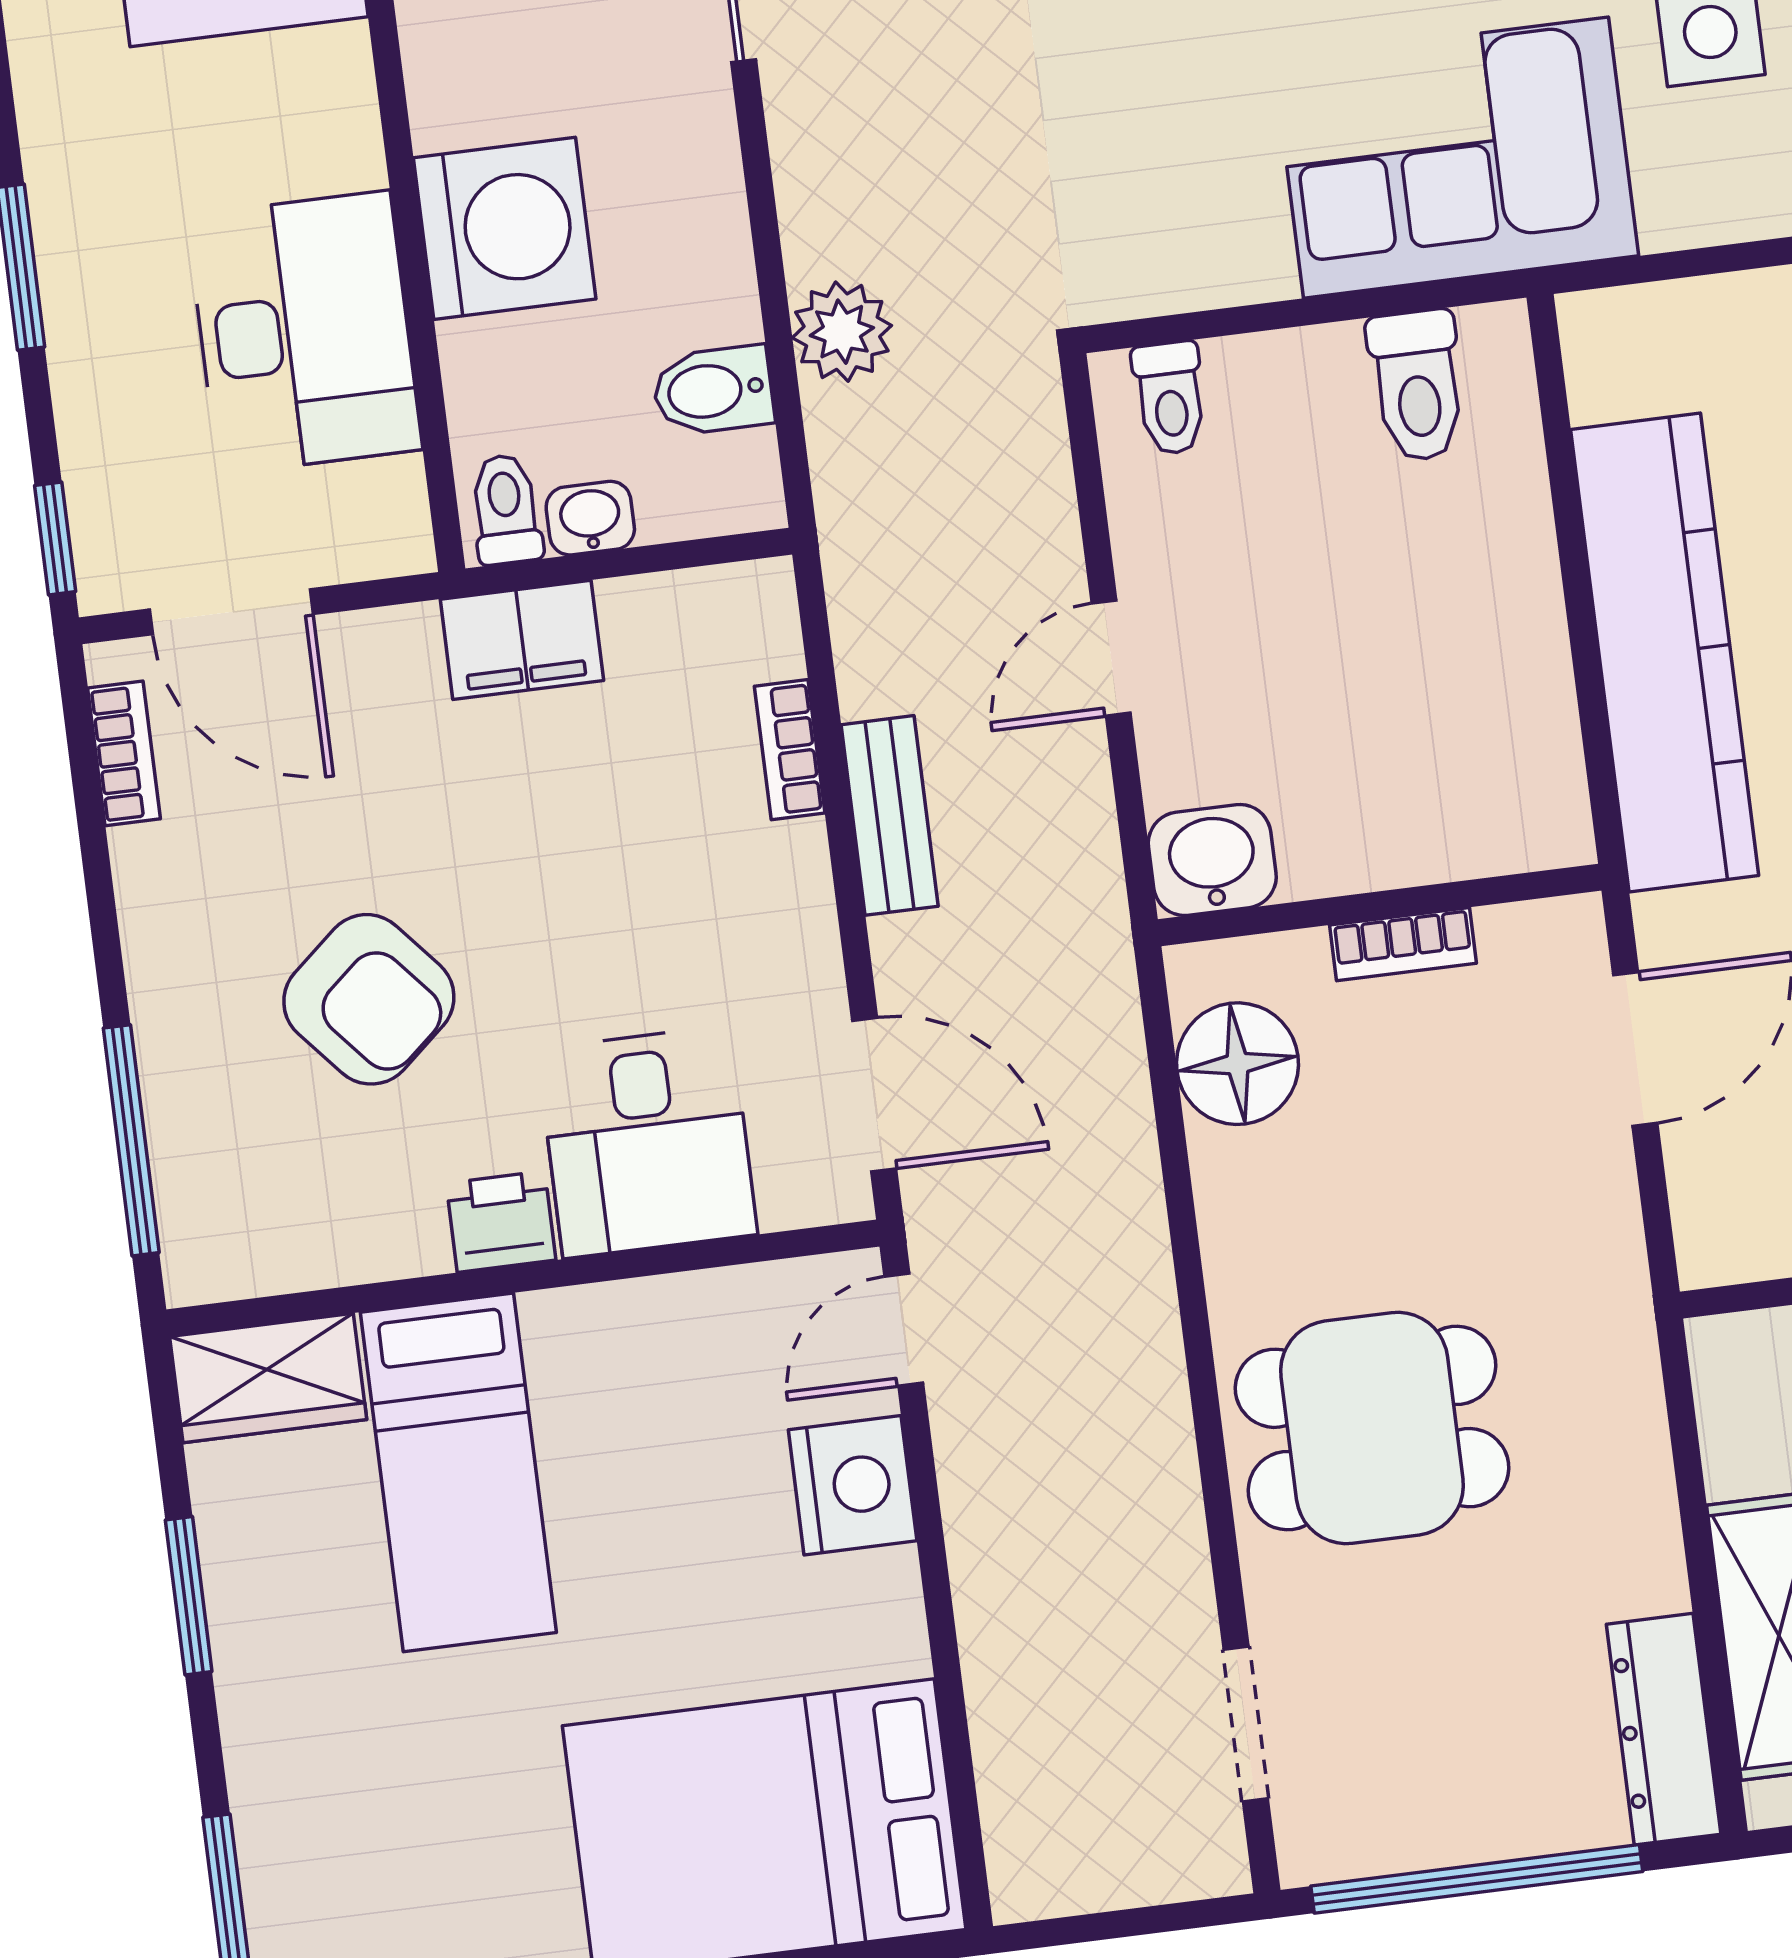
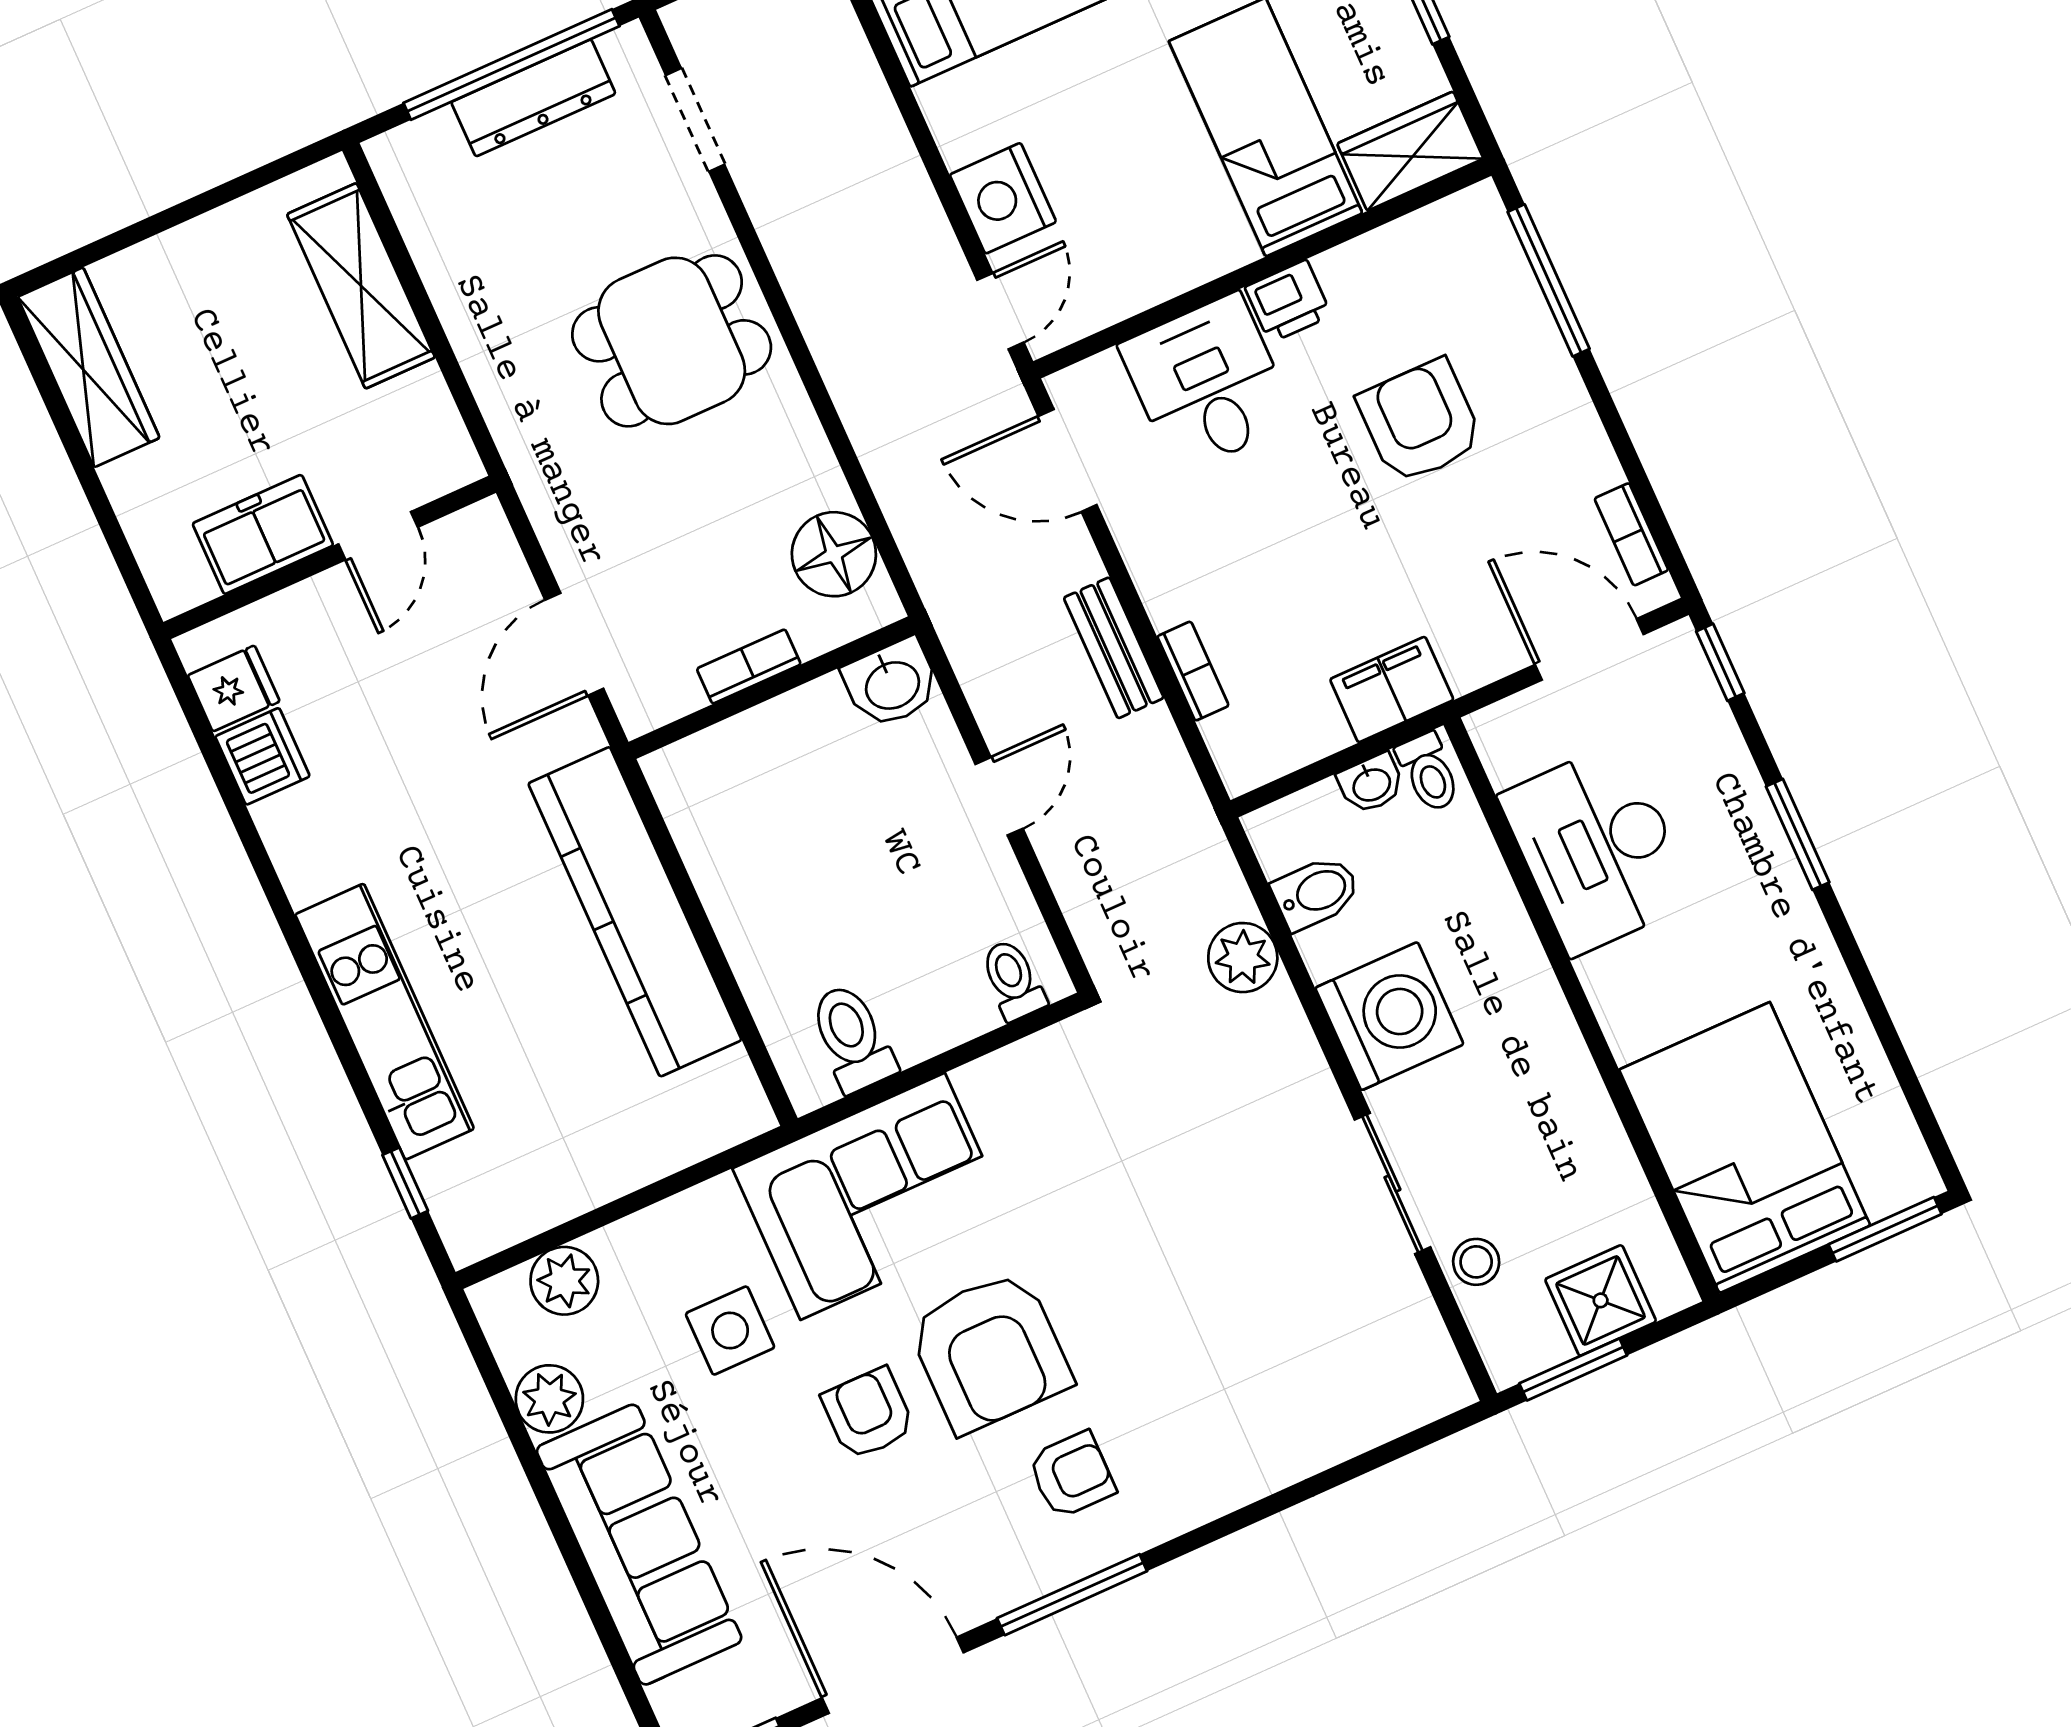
washing machine: (505, 228) -> (1389, 1016), moved, turned 180
armchair: (369, 999) -> (1420, 421), turned 41
dresser: (1664, 1729) -> (533, 98), moved, turned 90

